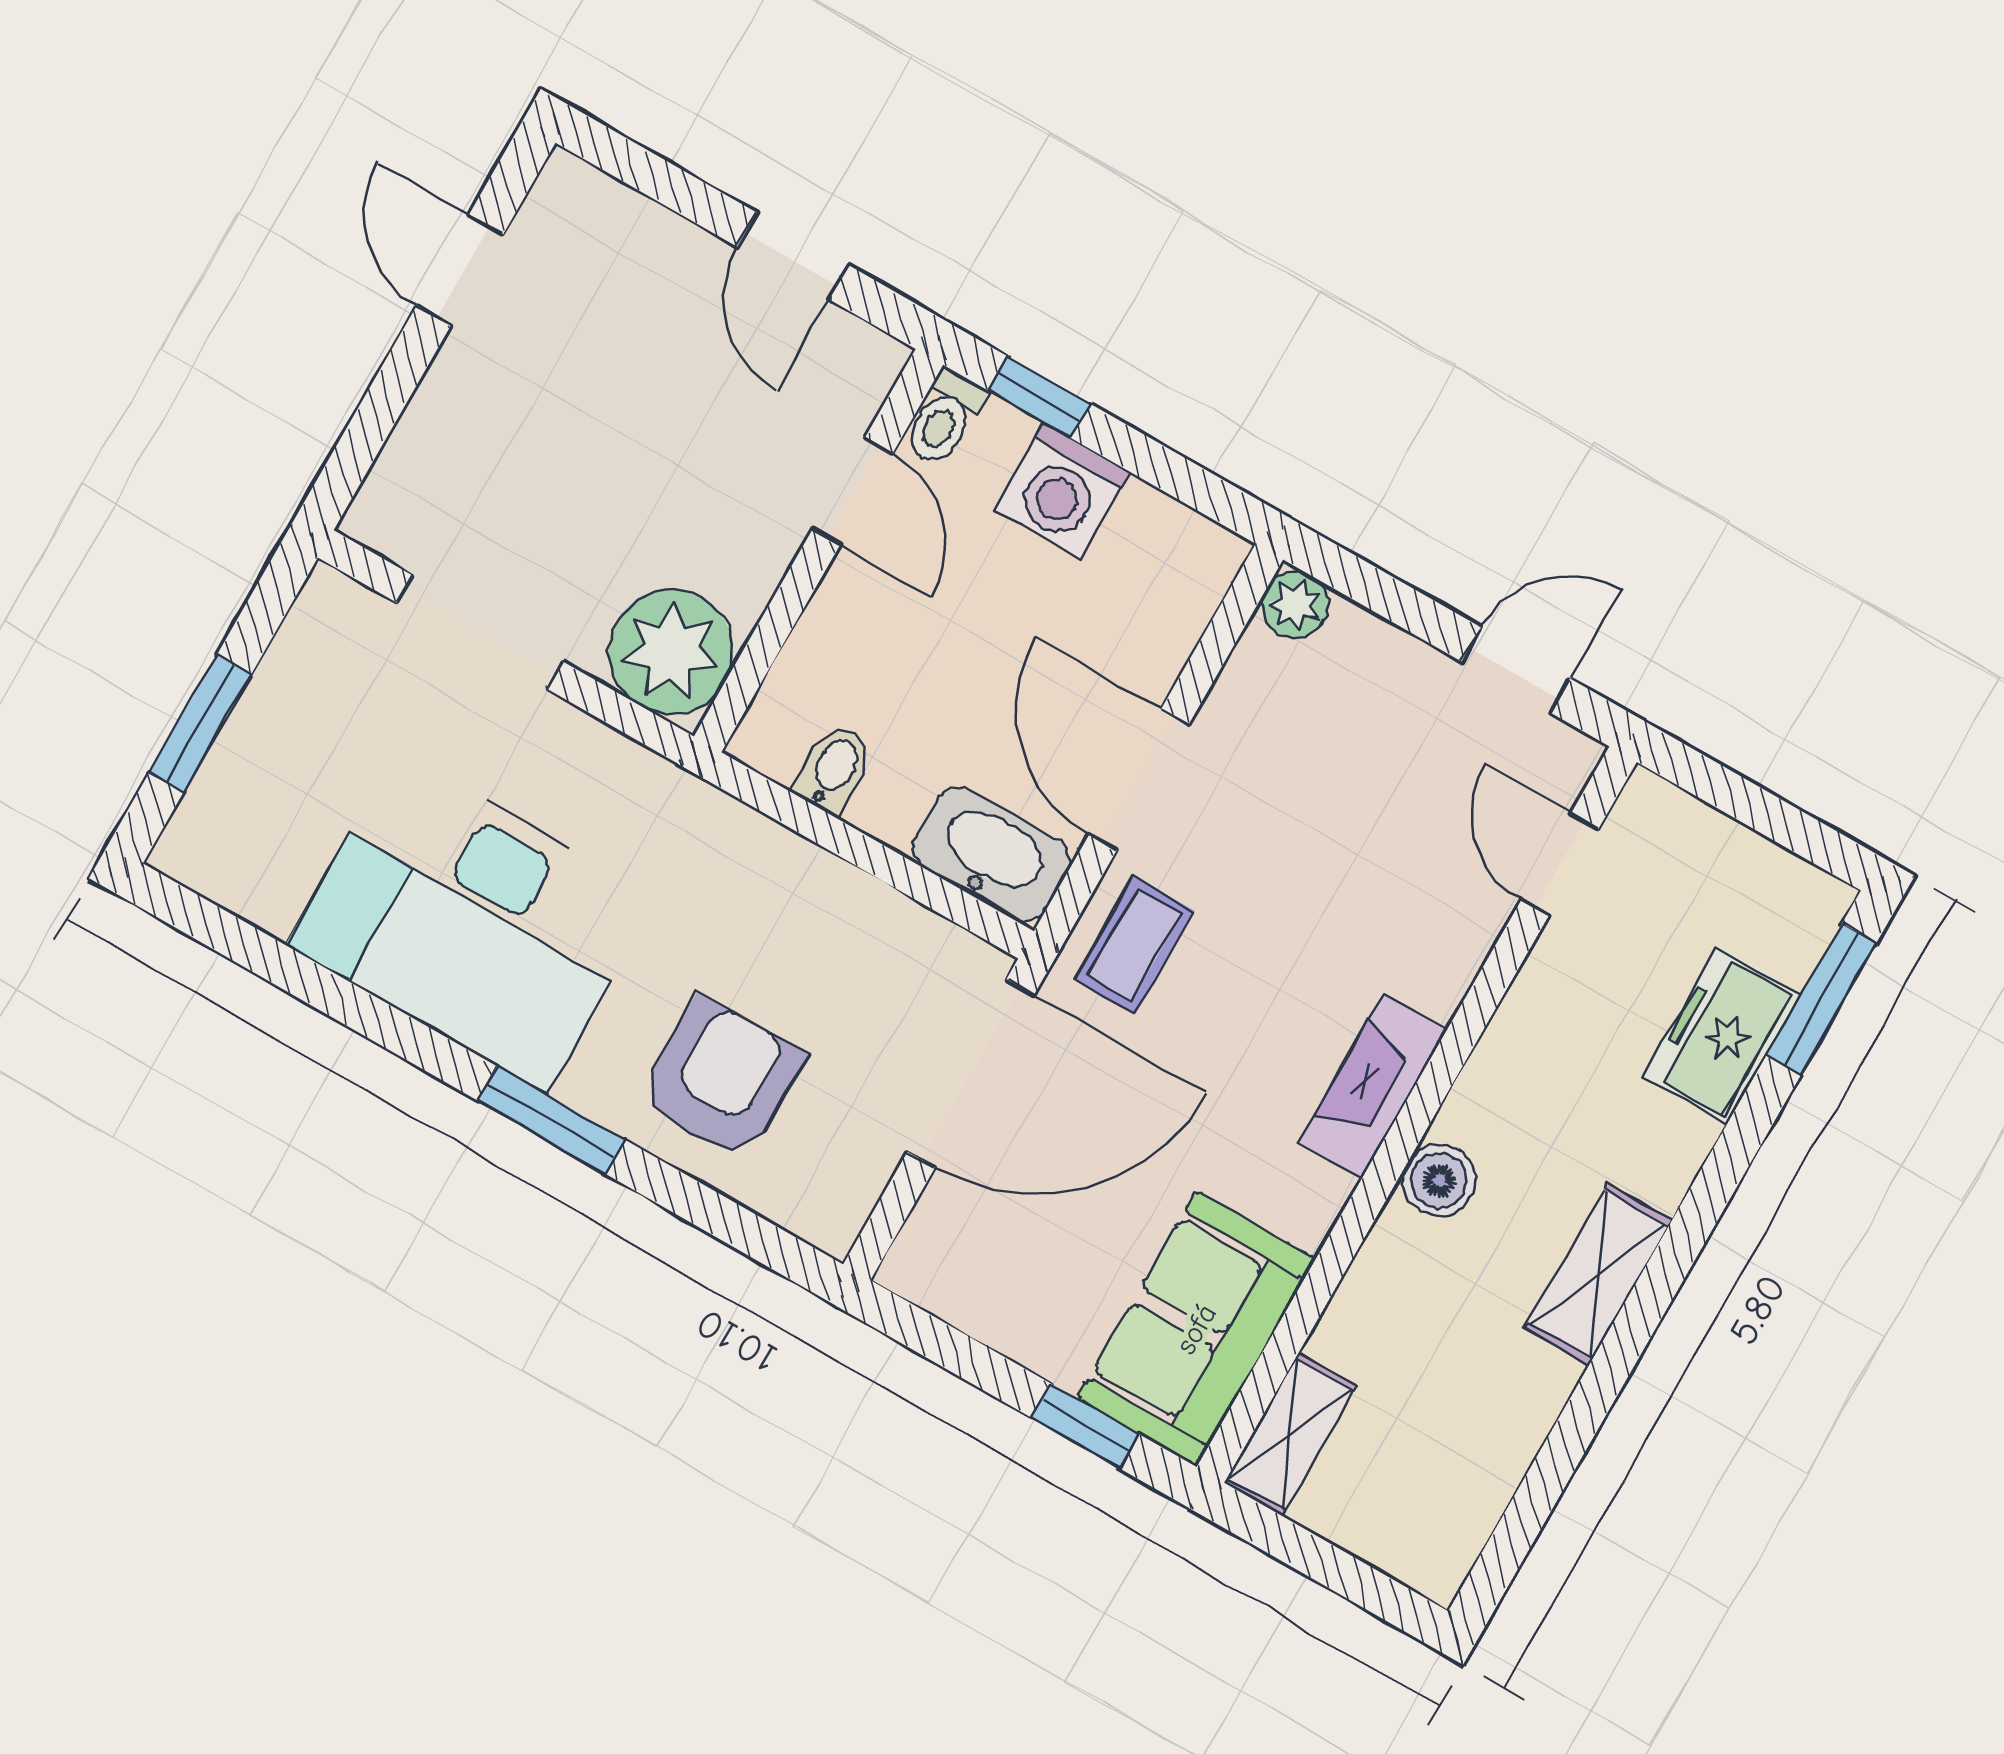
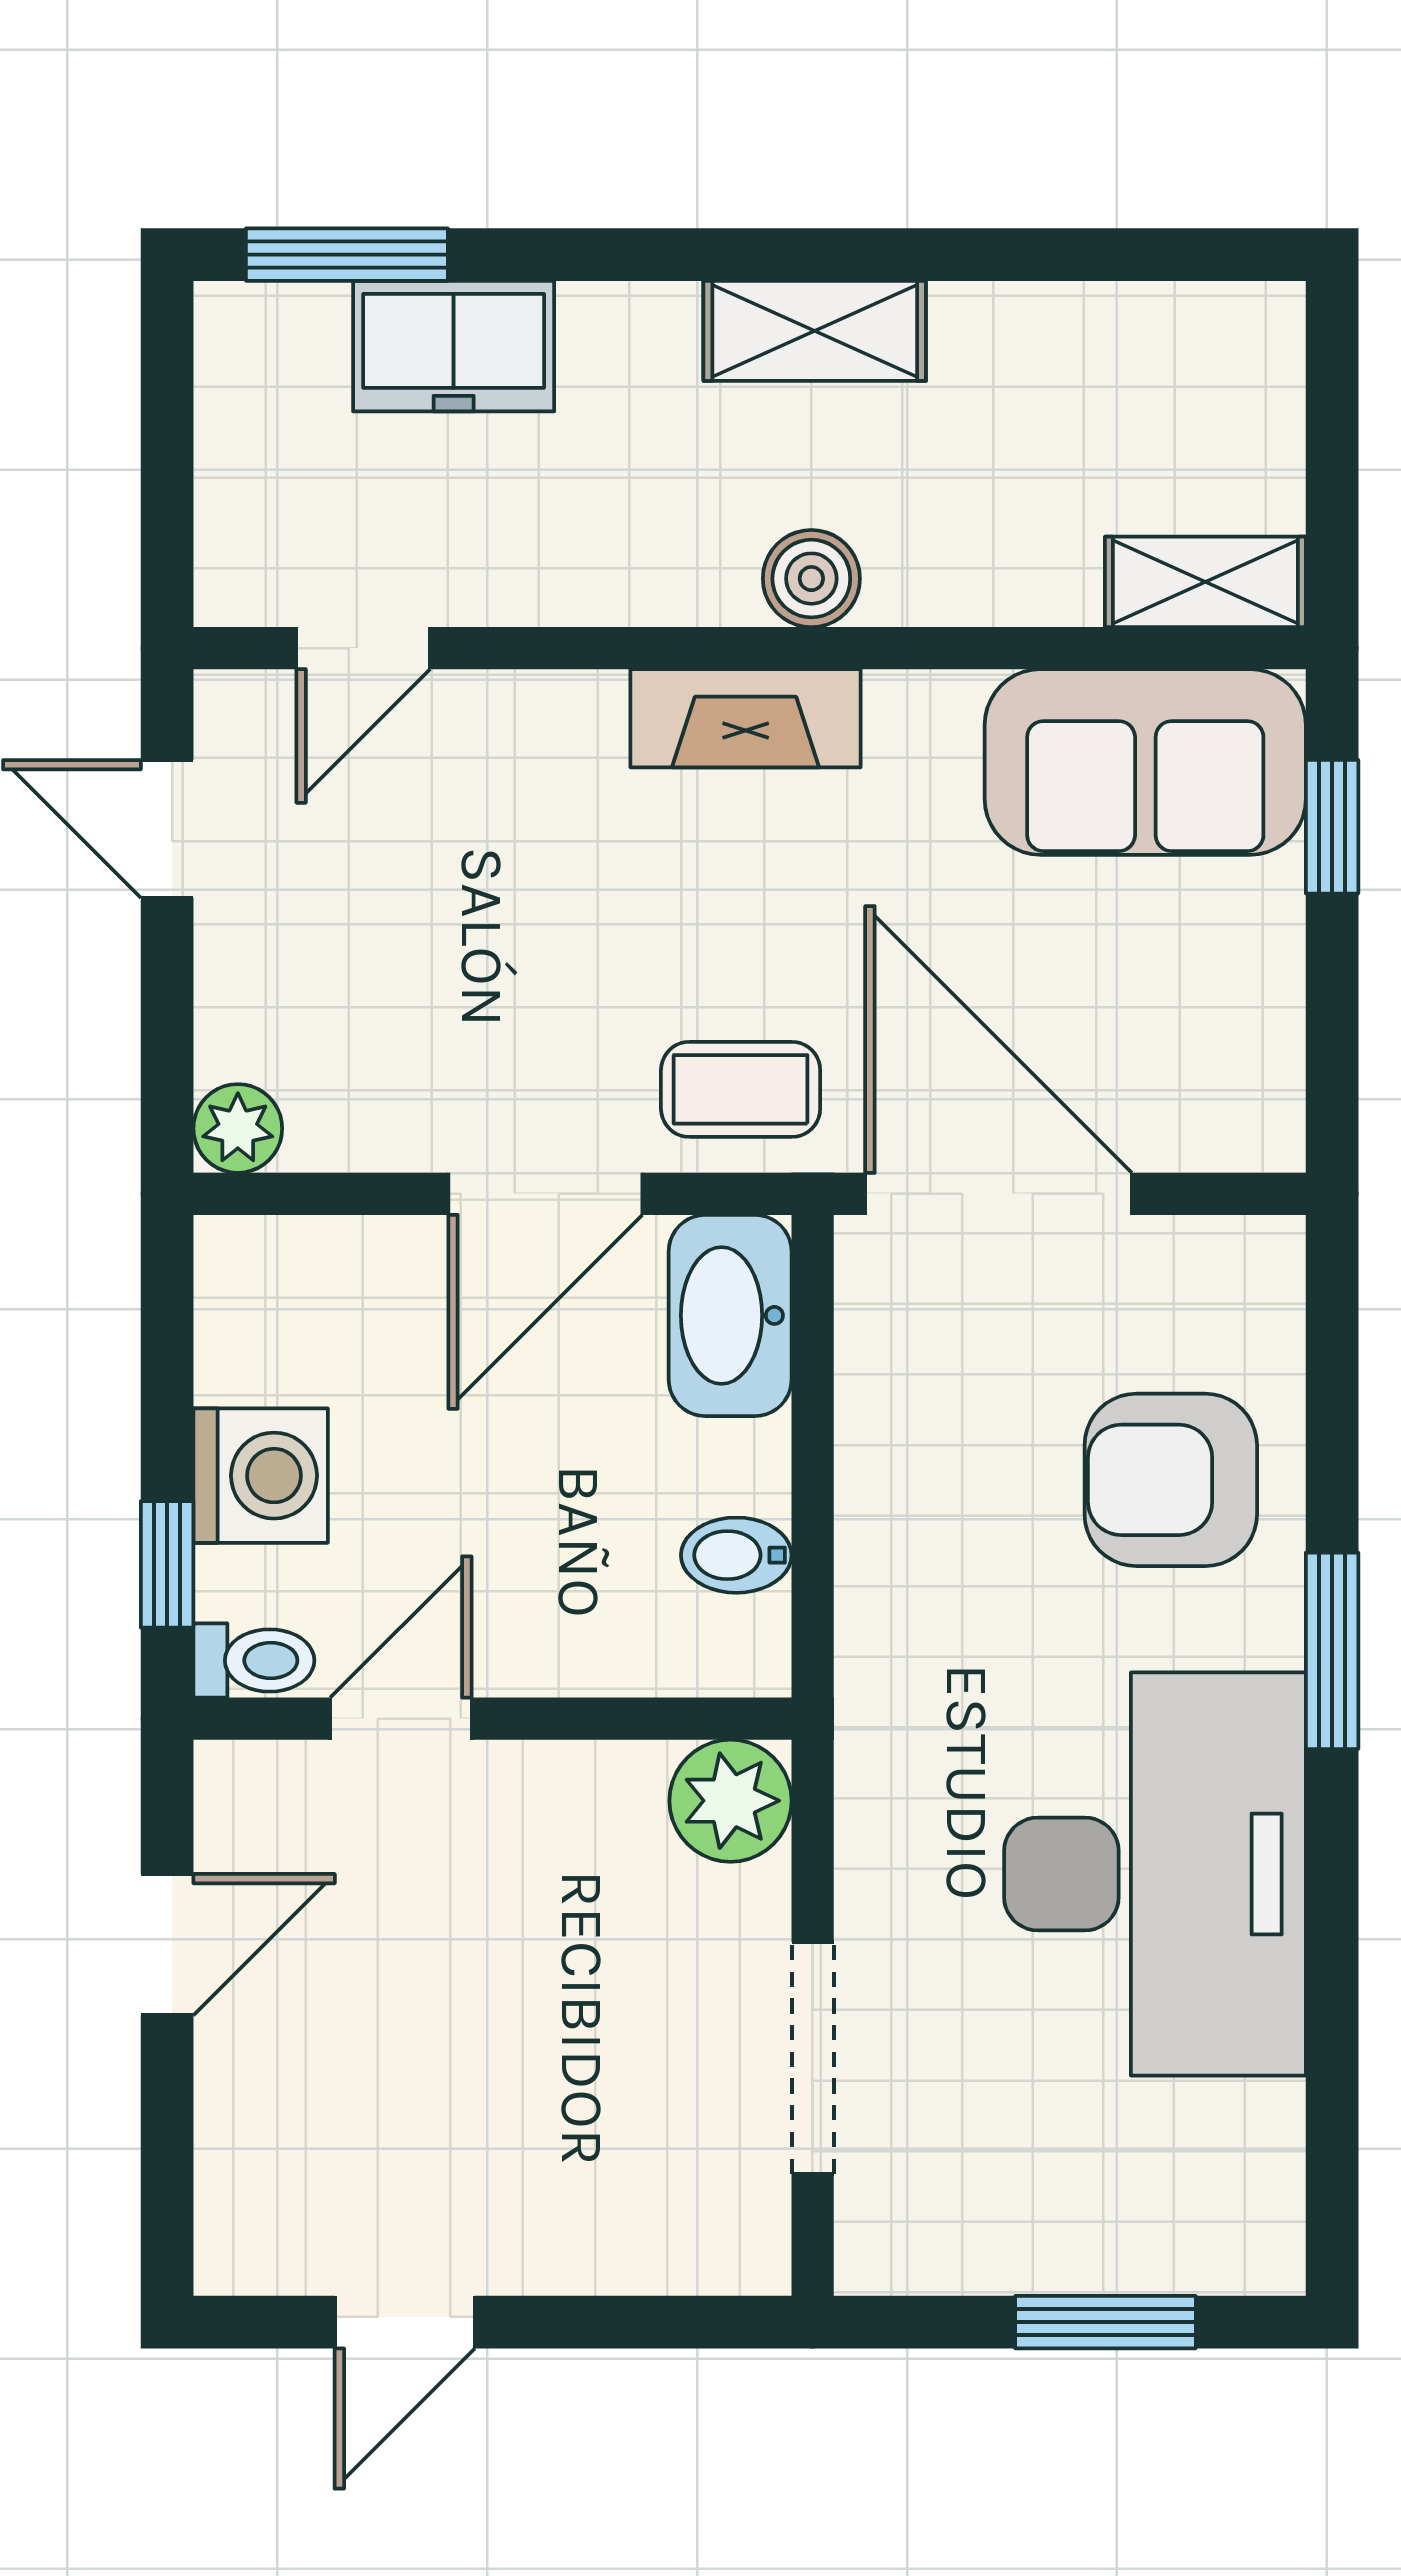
plant: (671, 652) -> (731, 1801), width x0.73, depth x0.73

